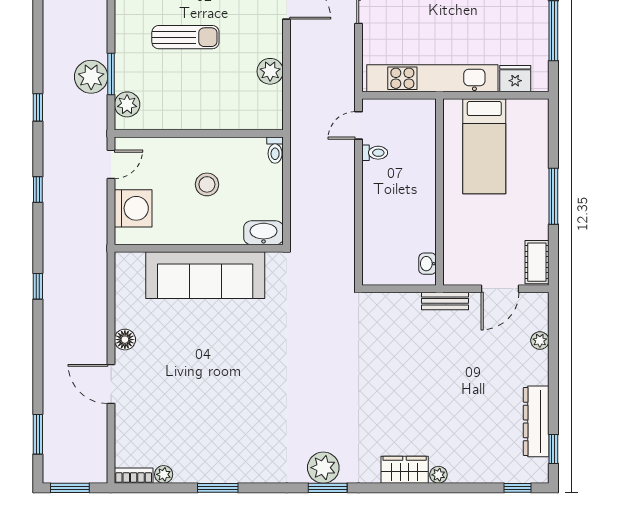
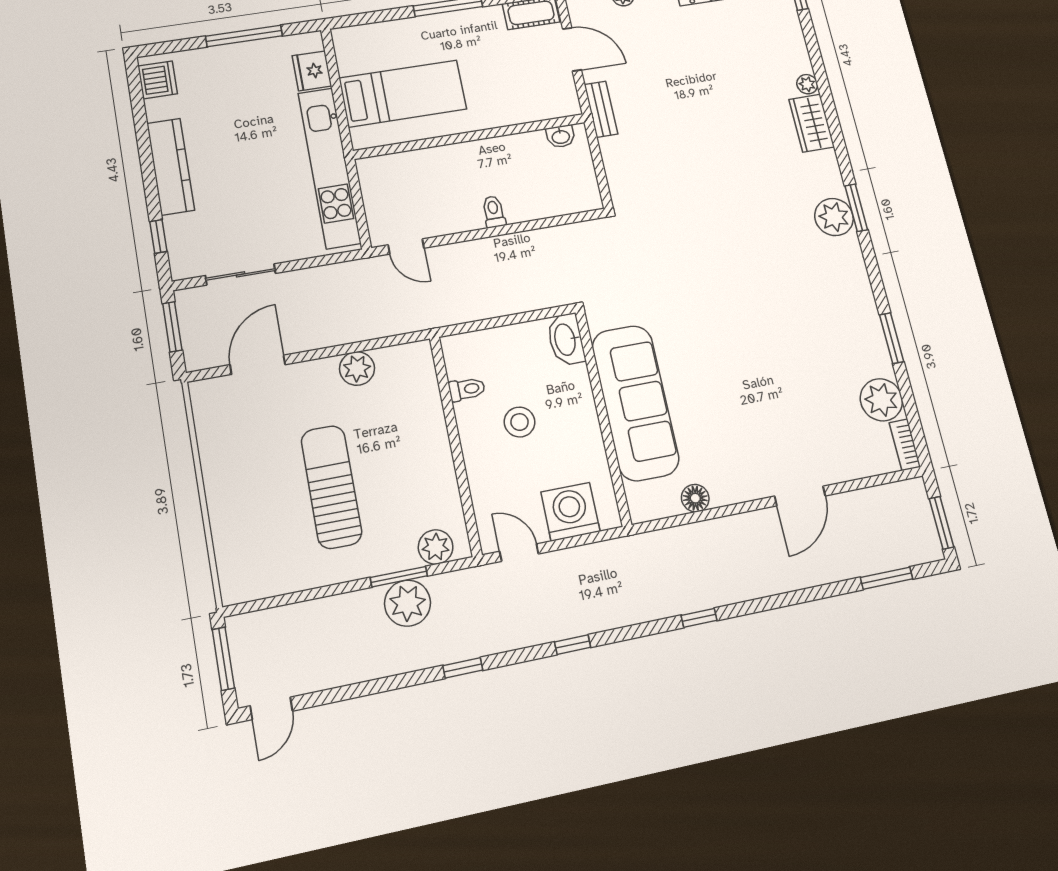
sun lounger: (185, 37) -> (331, 487), width x1.36, depth x1.34
toilet: (275, 150) -> (467, 389), moved
toilet: (375, 153) -> (494, 212), moved
floor lamp: (125, 340) -> (695, 498), moved
plant: (164, 474) -> (881, 400), width x1.88, depth x1.88

